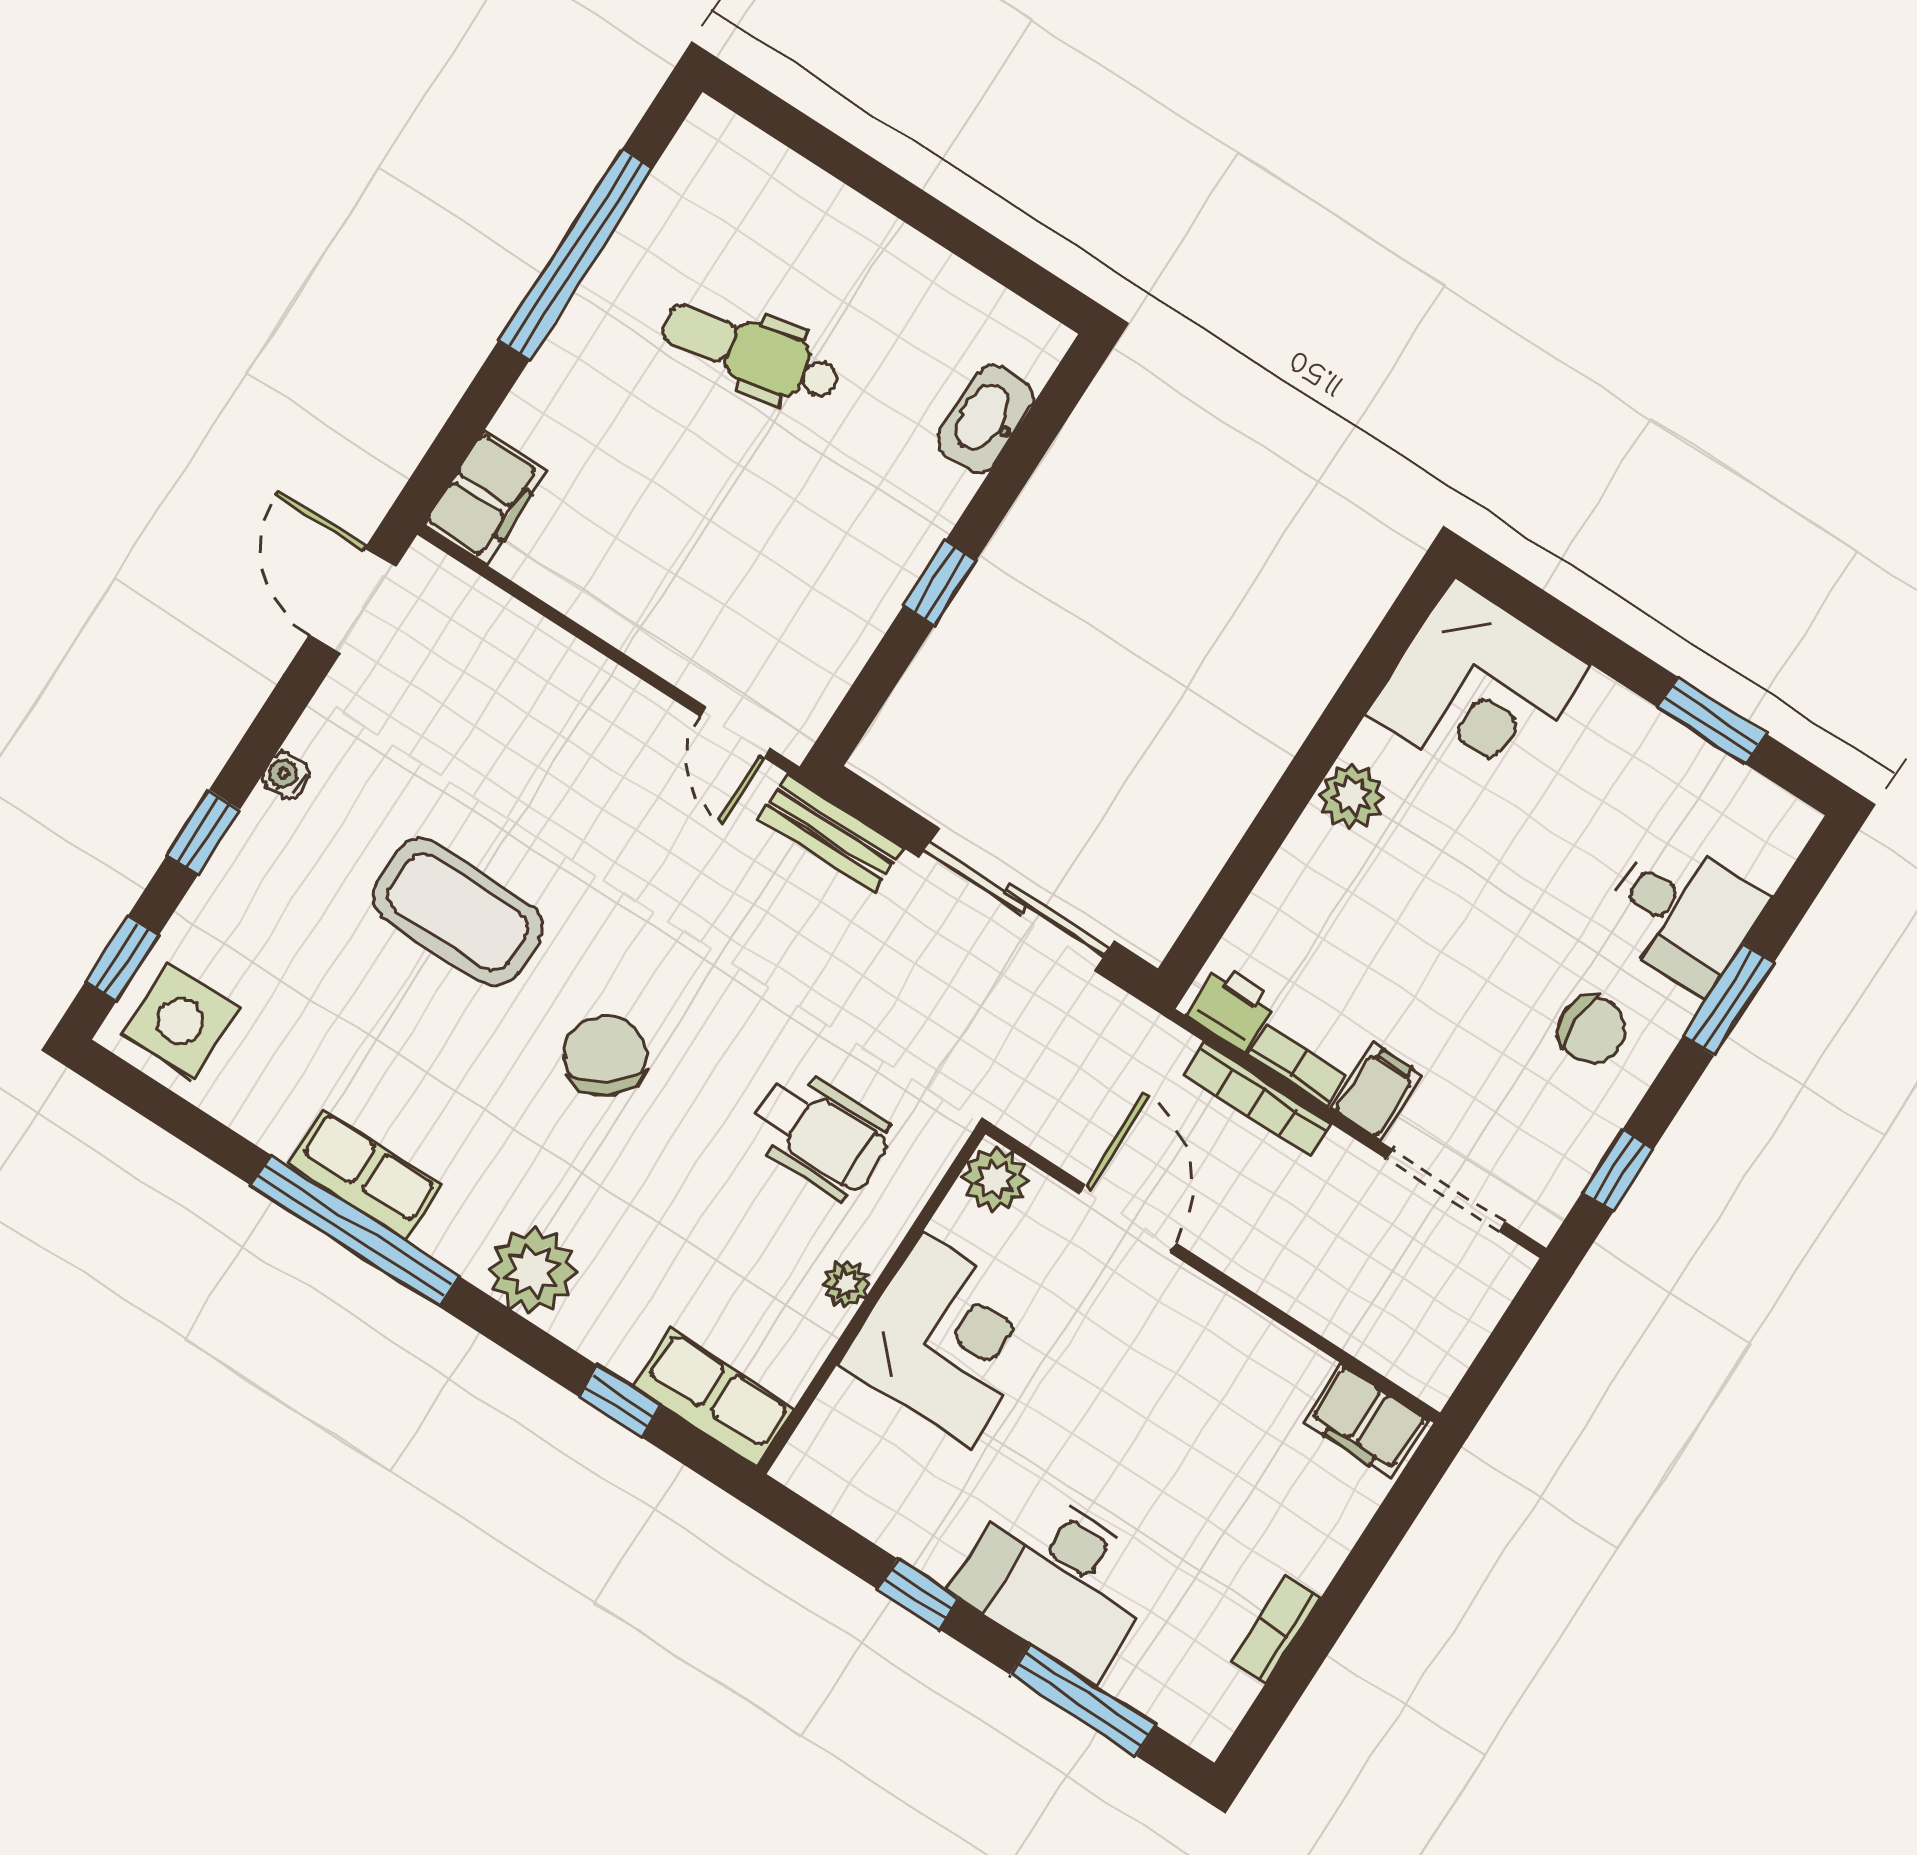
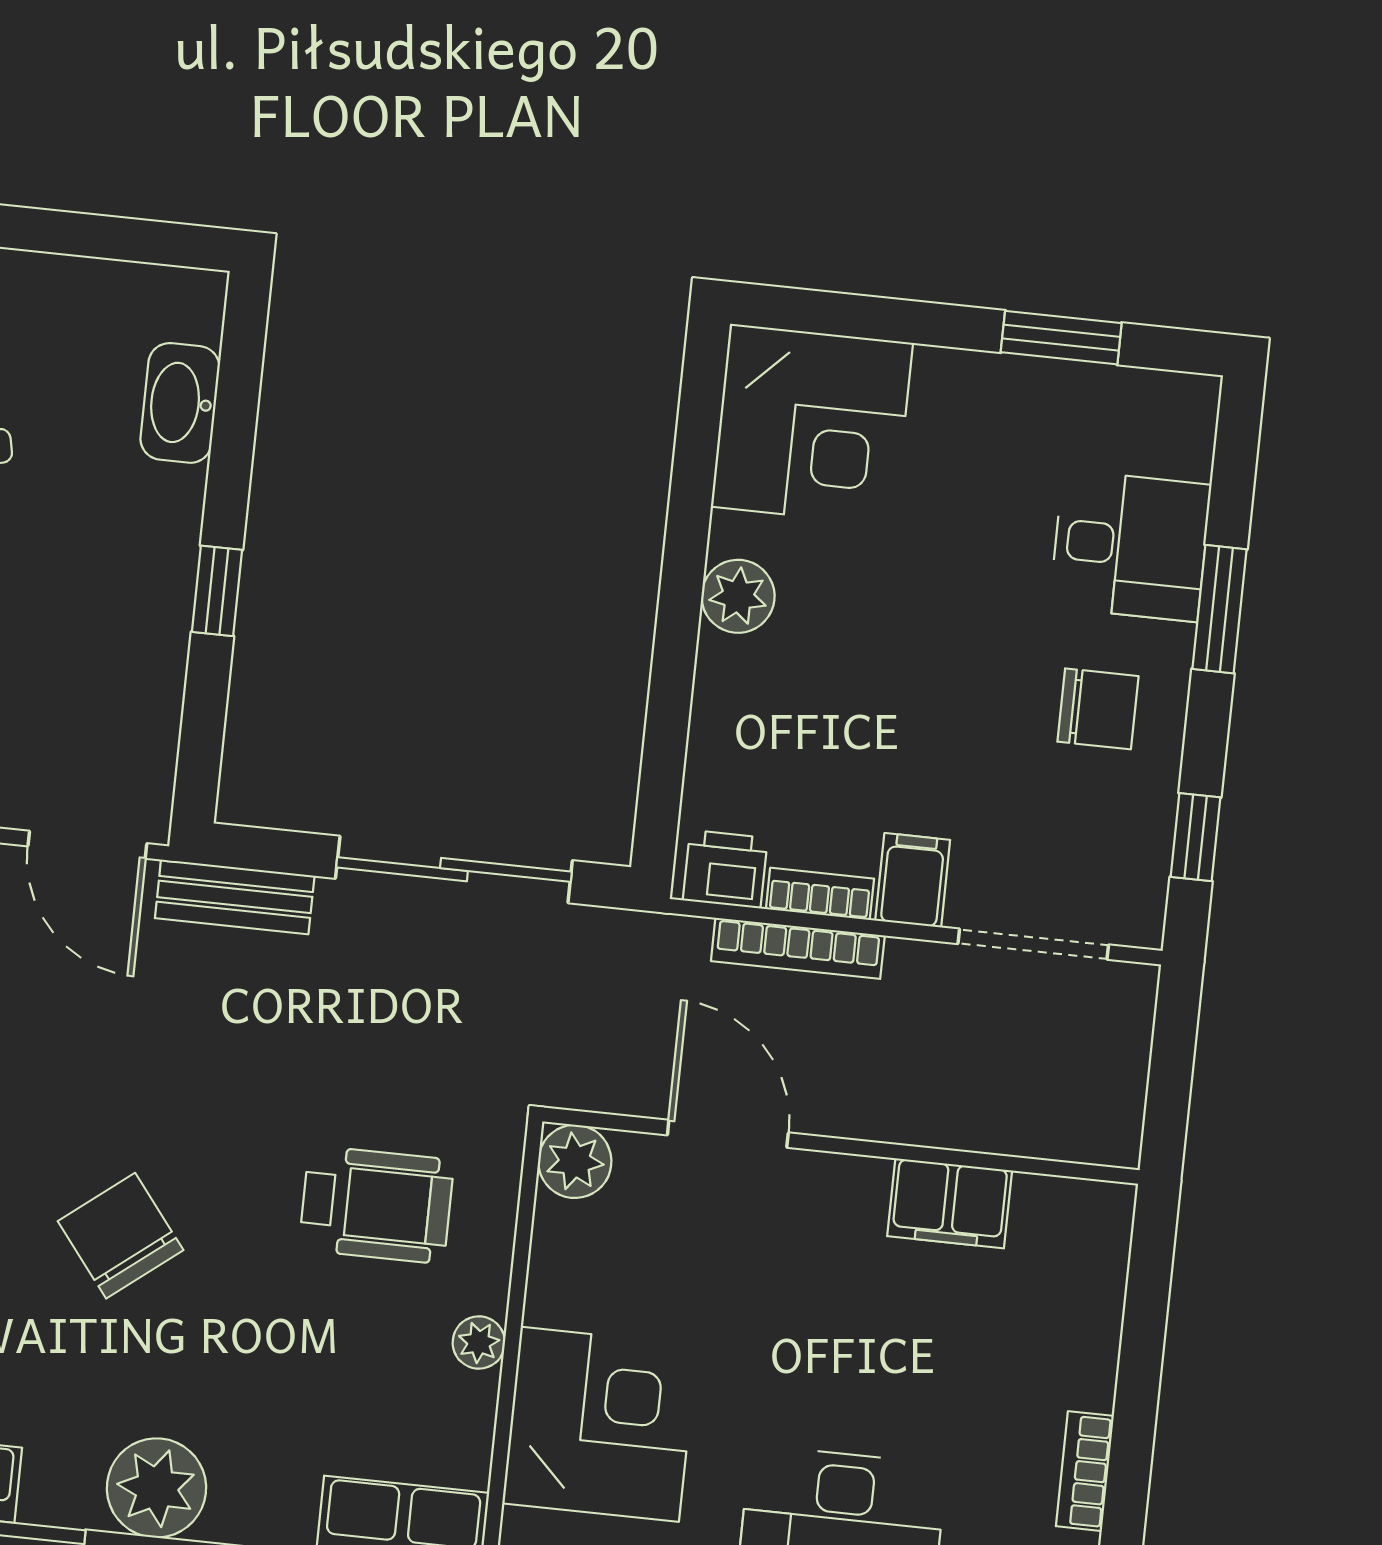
door: (735, 732) -> (87, 845), width x1.38
corner desk: (947, 1340) -> (600, 1424), moved
filing cabinet: (1366, 1421) -> (950, 1203), moved

